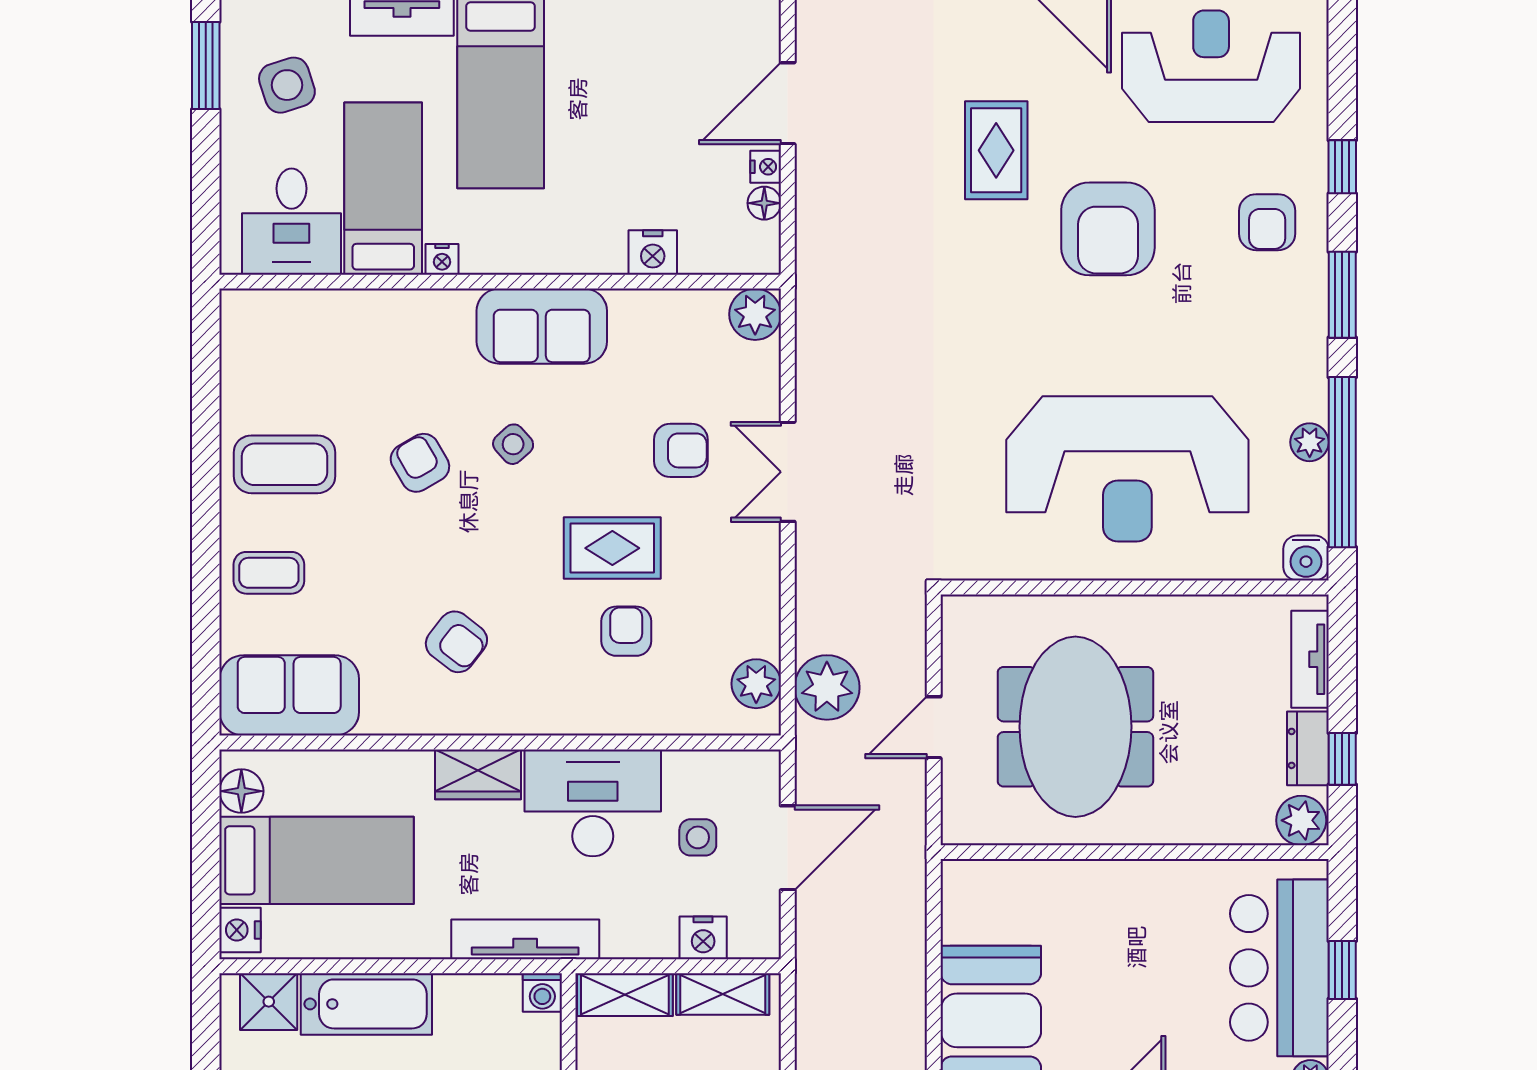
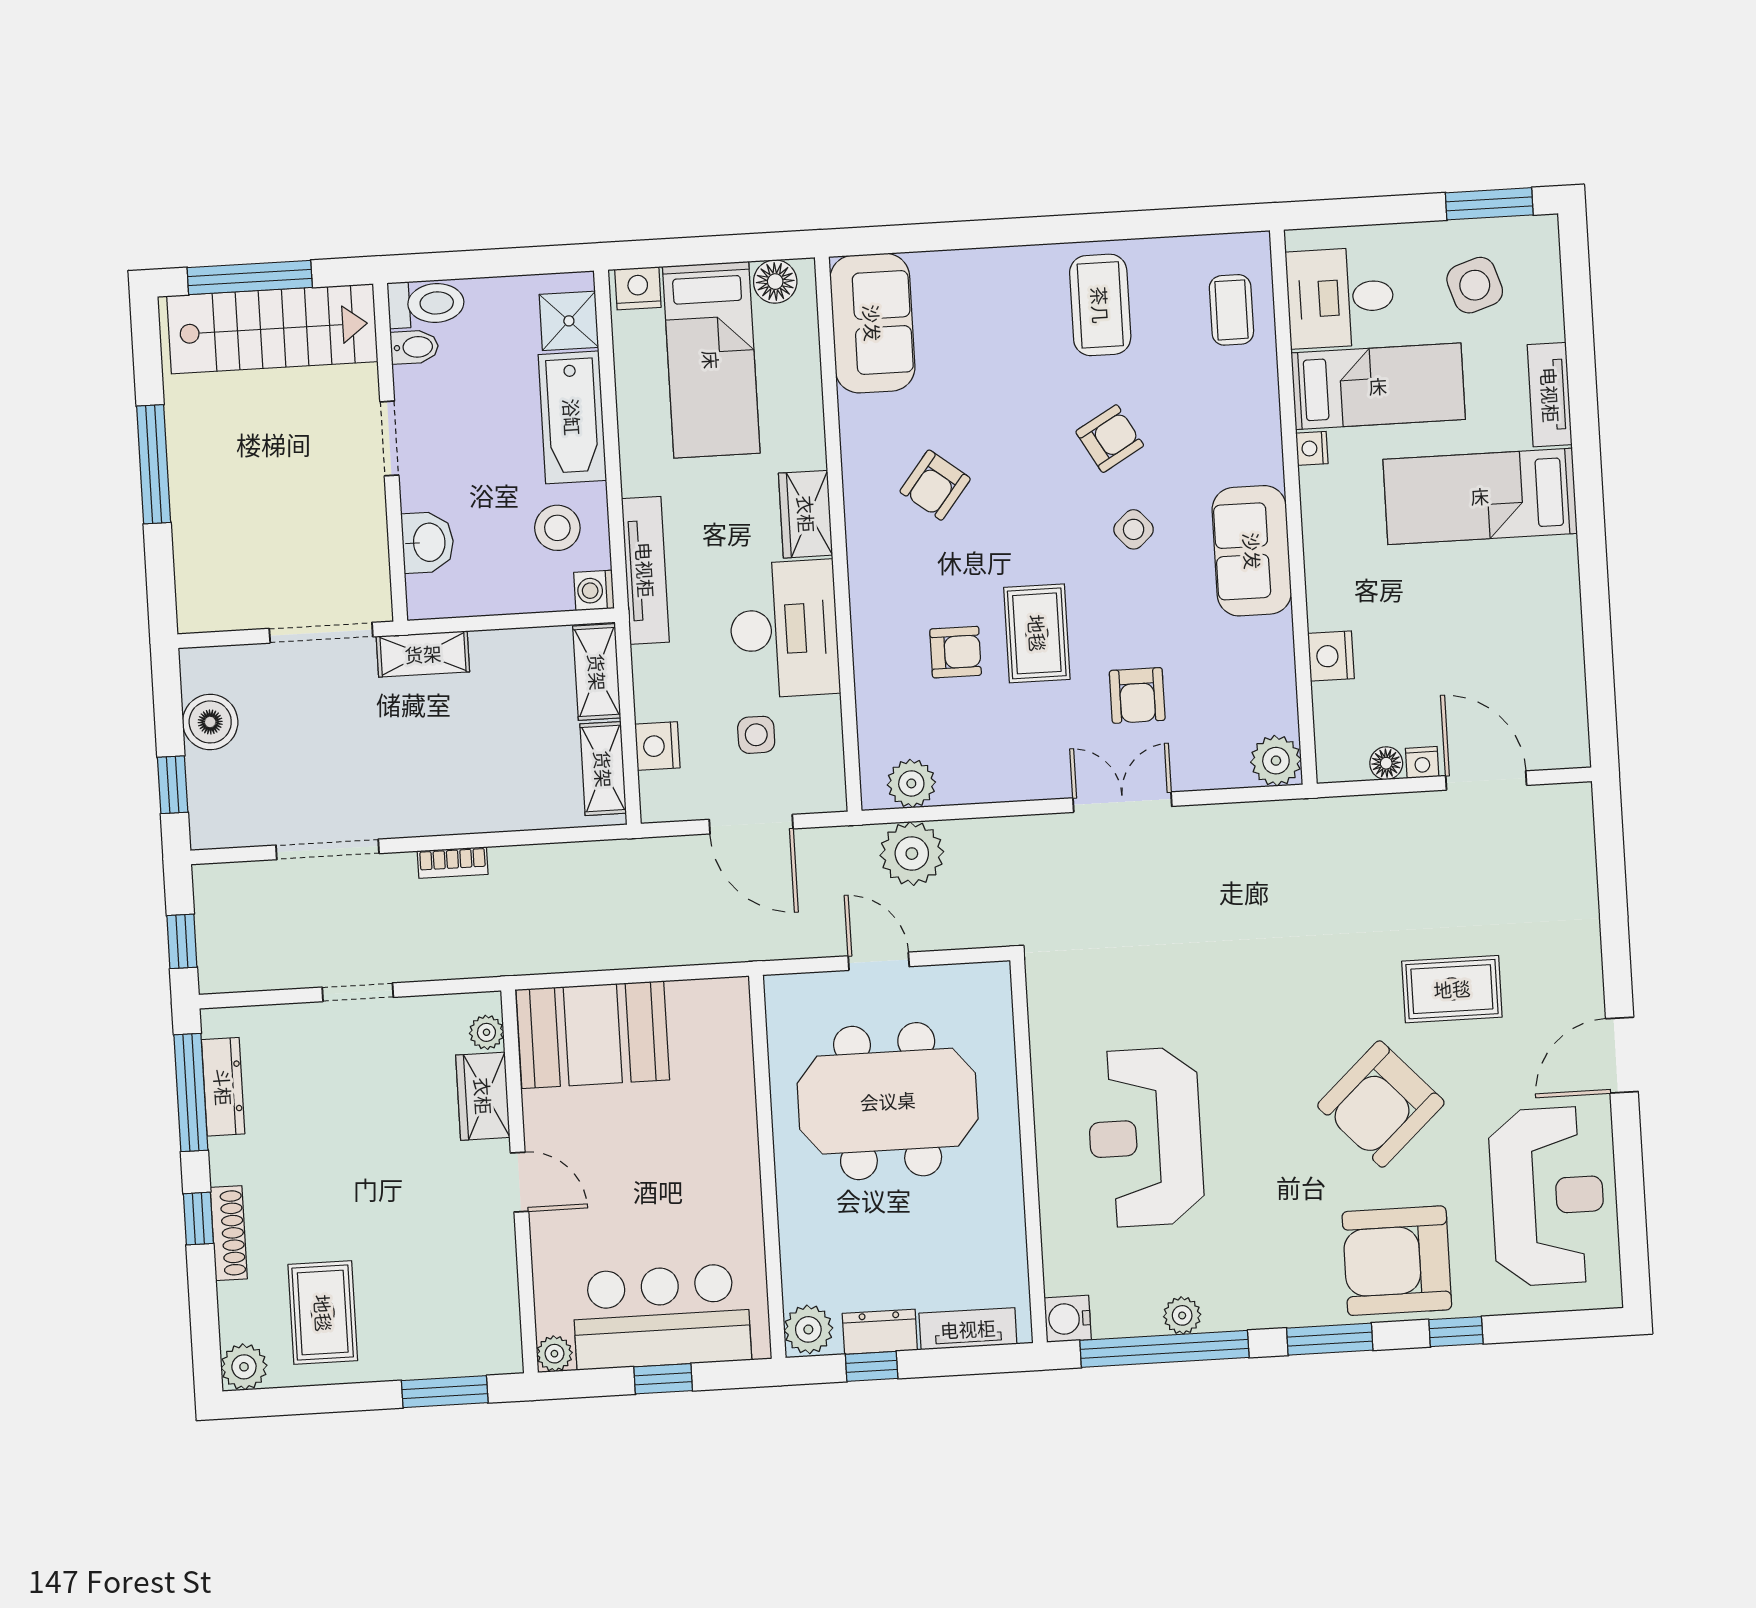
armchair: (1267, 222) -> (1397, 1261), width x1.88, depth x1.88
armchair: (1108, 229) -> (1381, 1104), turned -43
reception desk: (1127, 469) -> (1145, 1137), width x0.74, depth x0.77
coffee table: (269, 573) -> (1231, 310), moved
stool: (477, 1026) -> (557, 528), added

